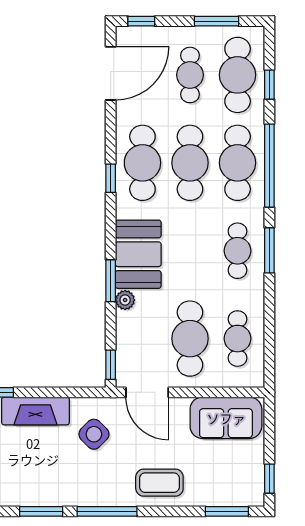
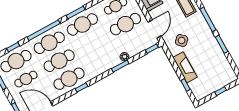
cafe table: (238, 251) -> (82, 24), width x1.37, depth x1.35
booth: (138, 254) -> (104, 61), removed

